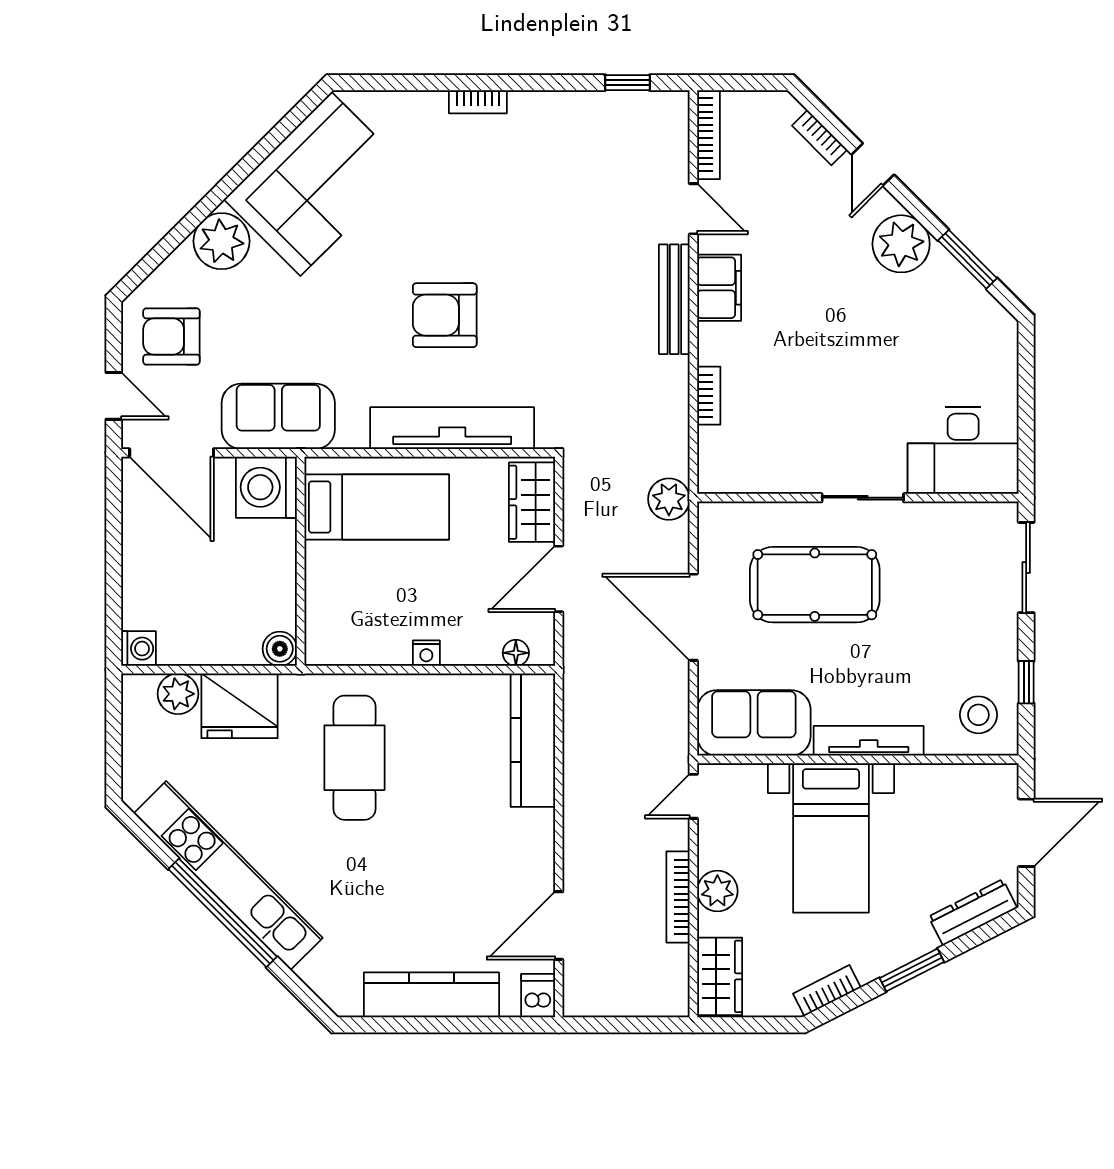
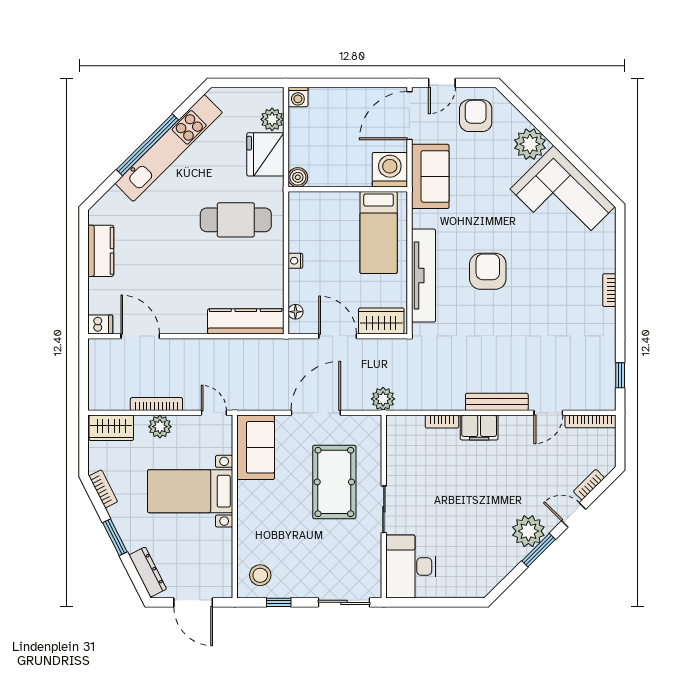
window: (968, 259) -> (539, 550), moved
filing cabinet: (719, 288) -> (479, 428), moved
tv unit: (869, 741) -> (245, 513), removed
kitchen counter: (431, 995) -> (101, 251), width x0.67

